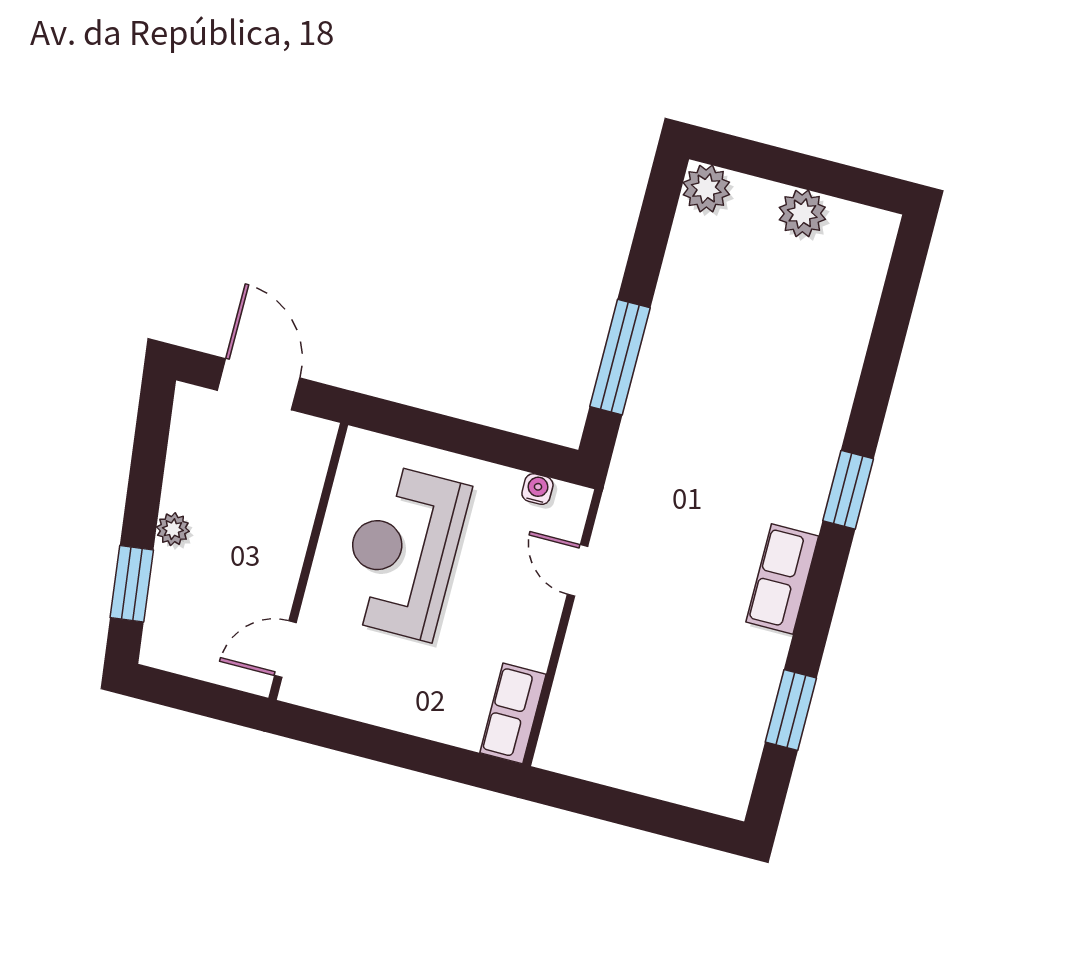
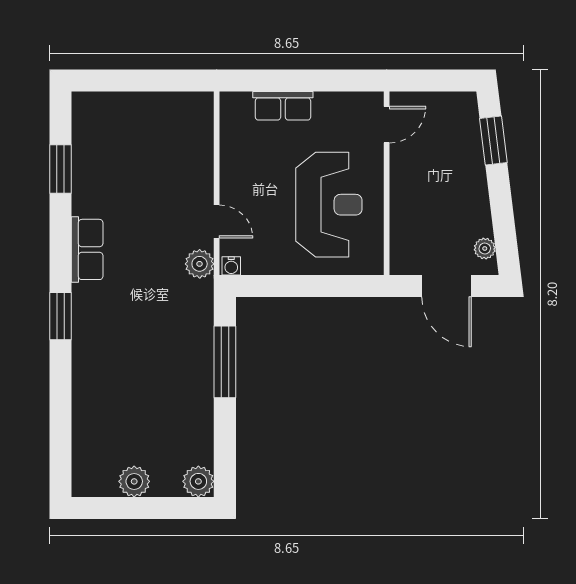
water cooler: (537, 489) -> (231, 266), moved
plant: (620, 514) -> (200, 264), added
plant: (173, 529) -> (485, 248), moved
row of seats: (513, 713) -> (283, 106), moved, turned 90

